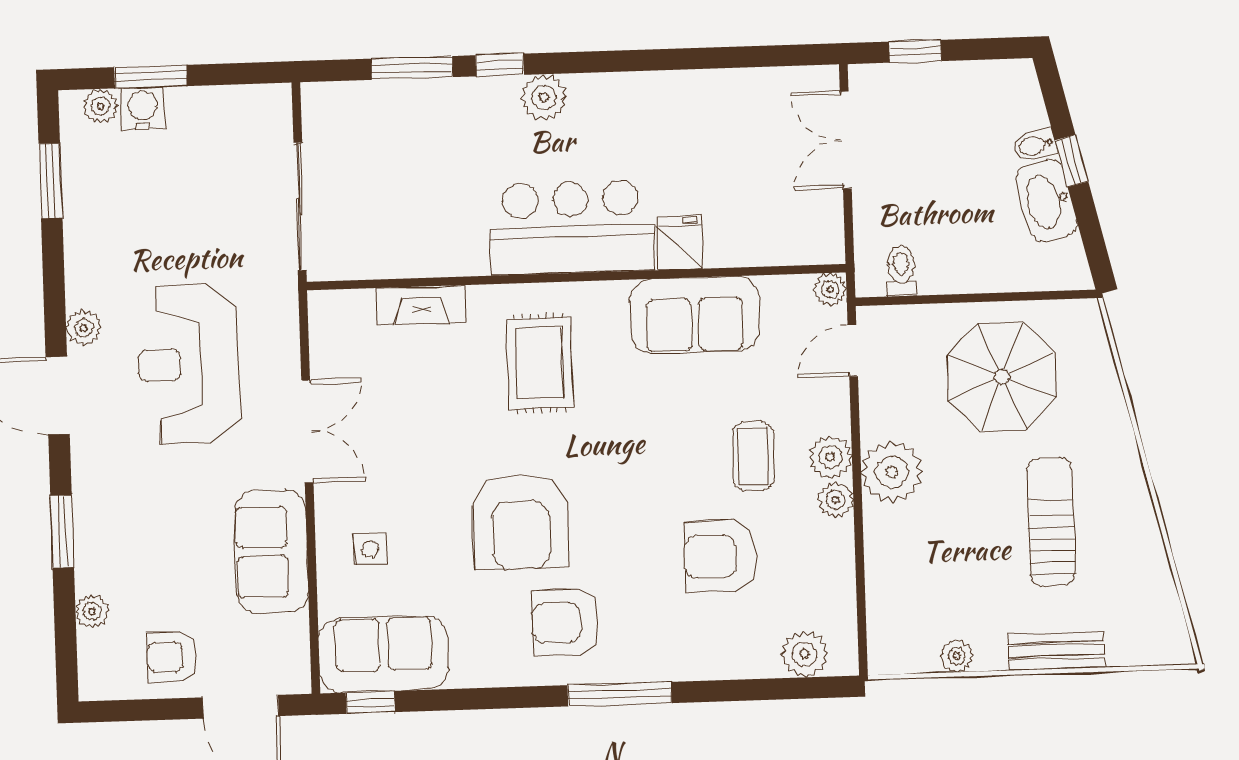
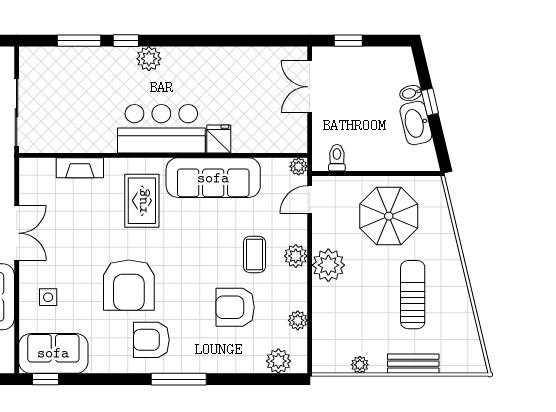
sofa: (695, 315) -> (213, 178), width x1.36
plant: (835, 500) -> (298, 320), moved

